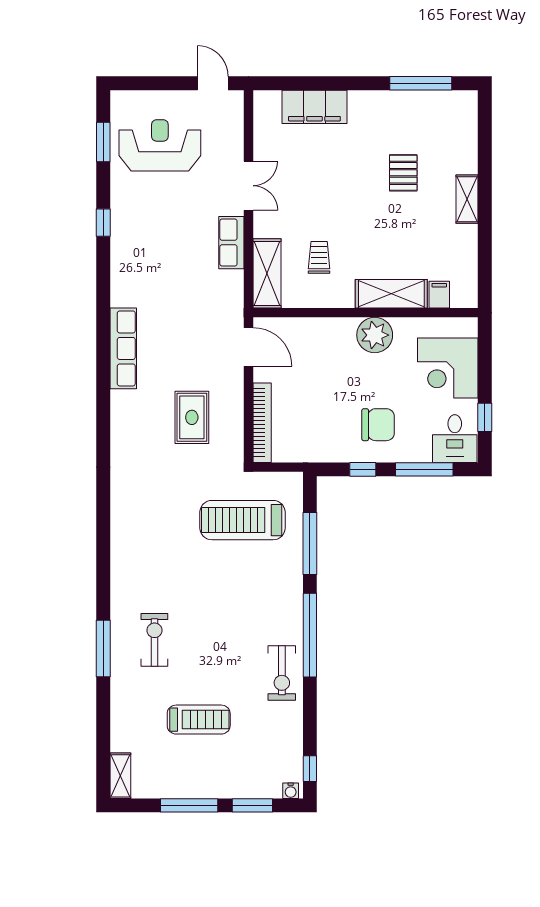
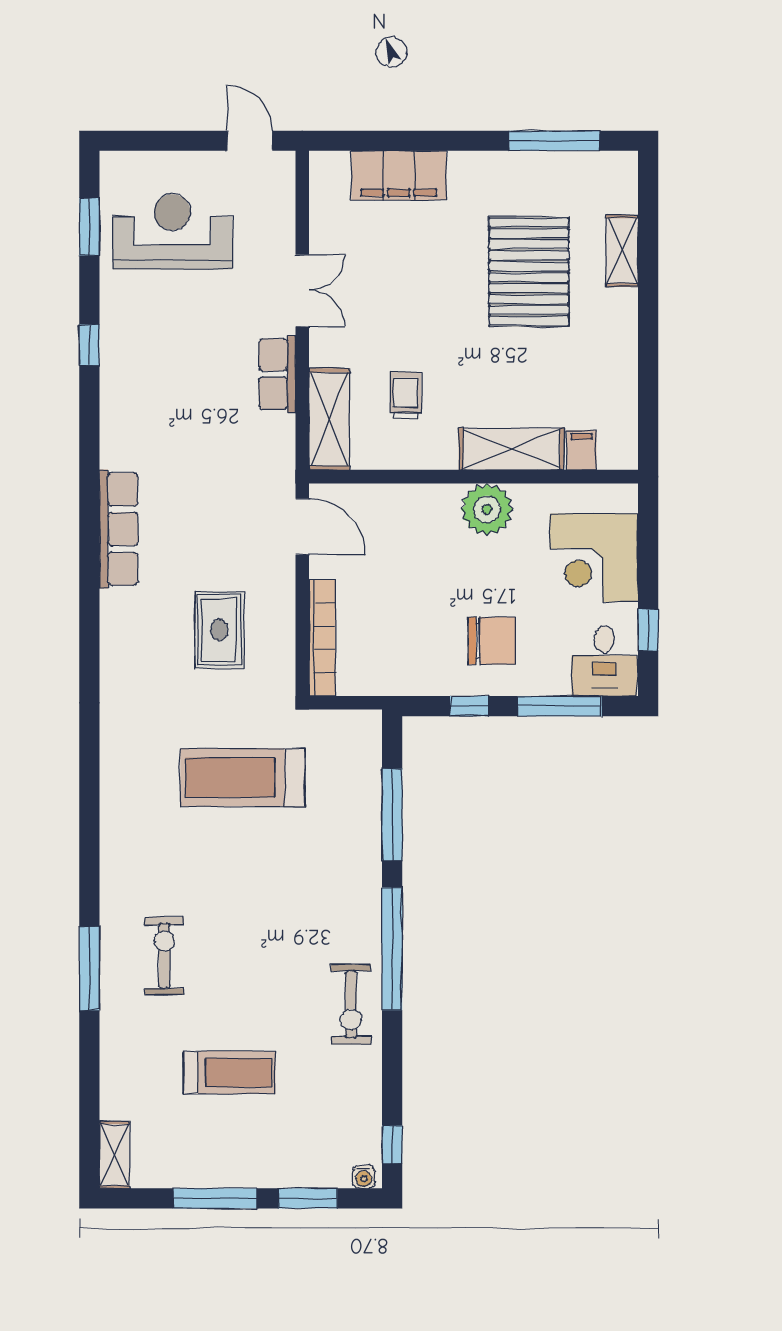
pallet: (403, 173) -> (529, 272), width x2.05, depth x2.00
shelving: (467, 199) -> (622, 251), moved
treadmill: (243, 520) -> (243, 777), moved

